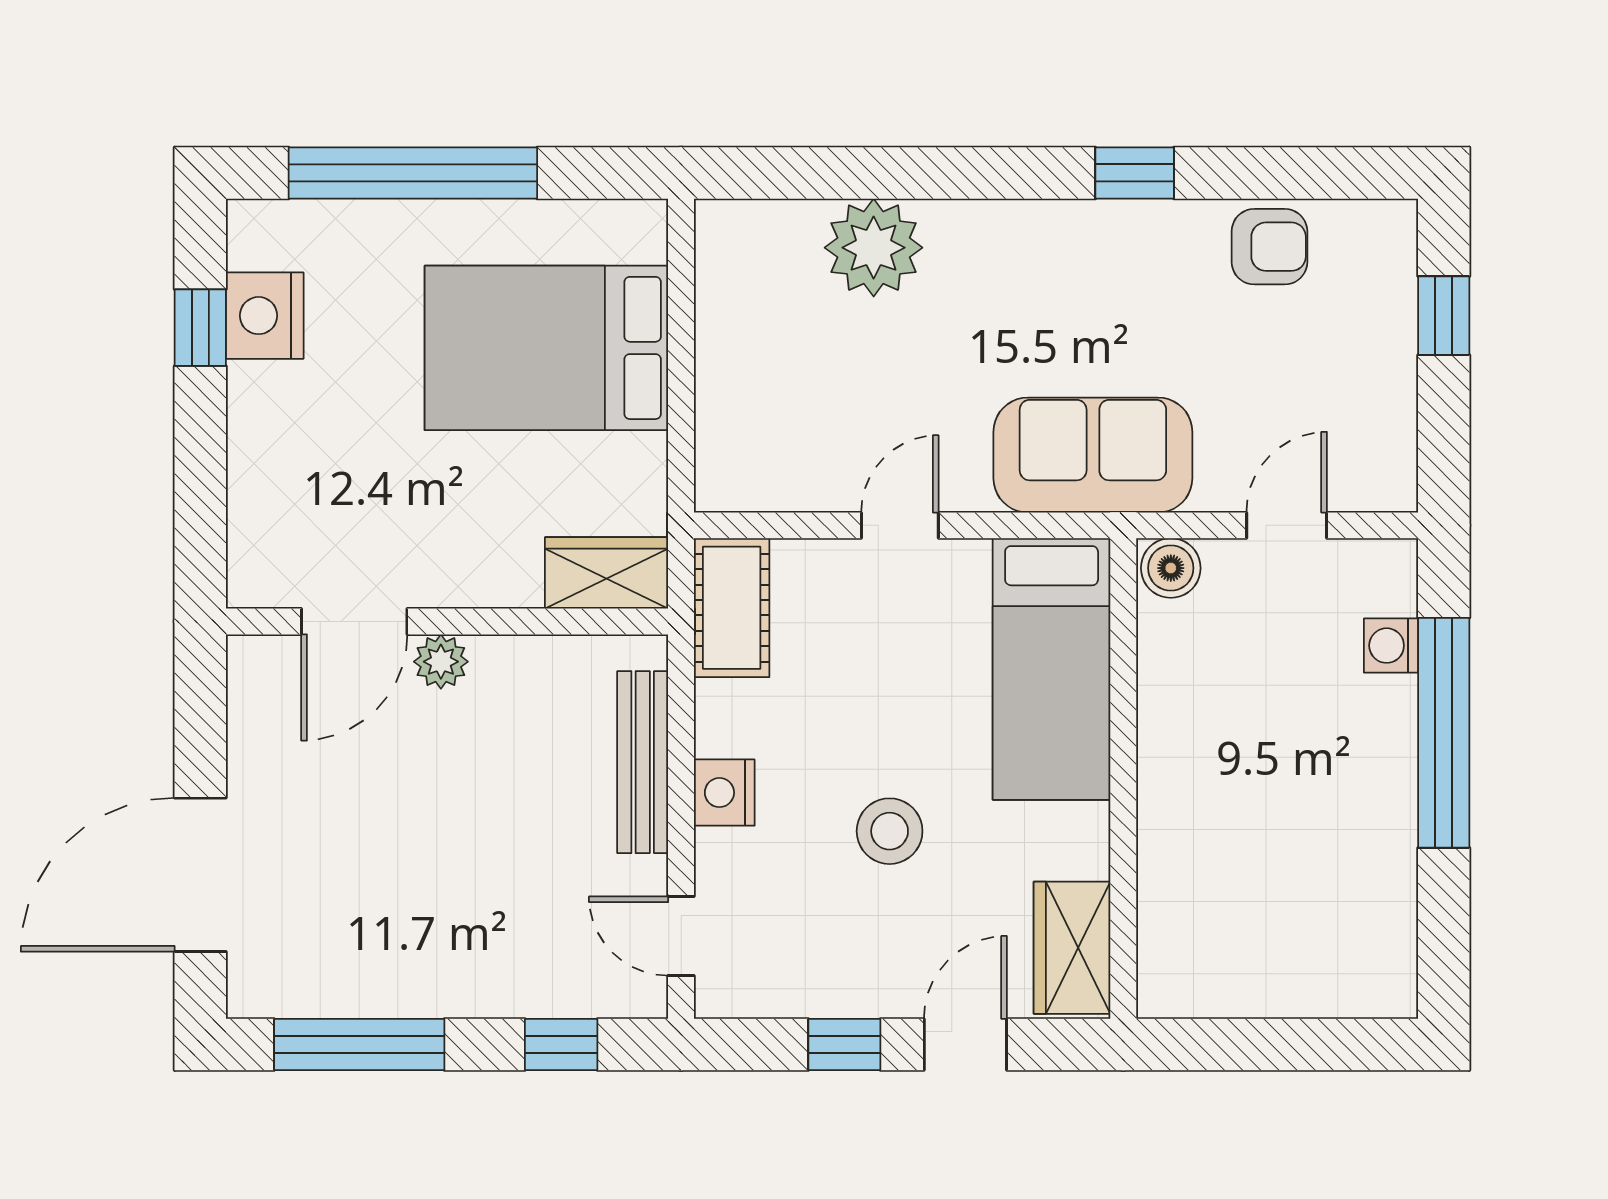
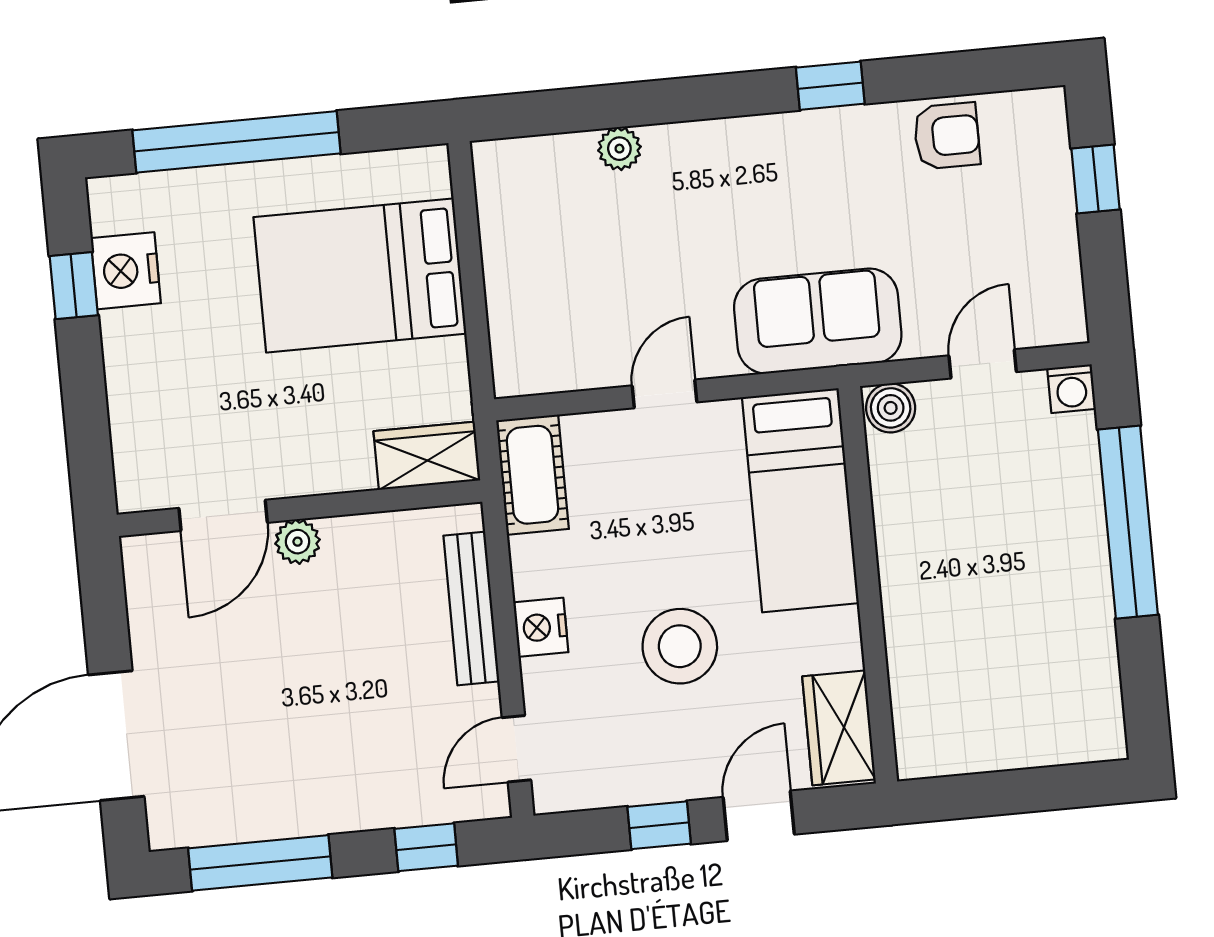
plant: (874, 248) -> (619, 149), width x0.53, depth x0.53
washing machine: (1391, 646) -> (1071, 389), moved, turned -90
stool: (890, 831) -> (680, 646), width x1.38, depth x1.38
door: (681, 936) -> (516, 749), hinge flipped

